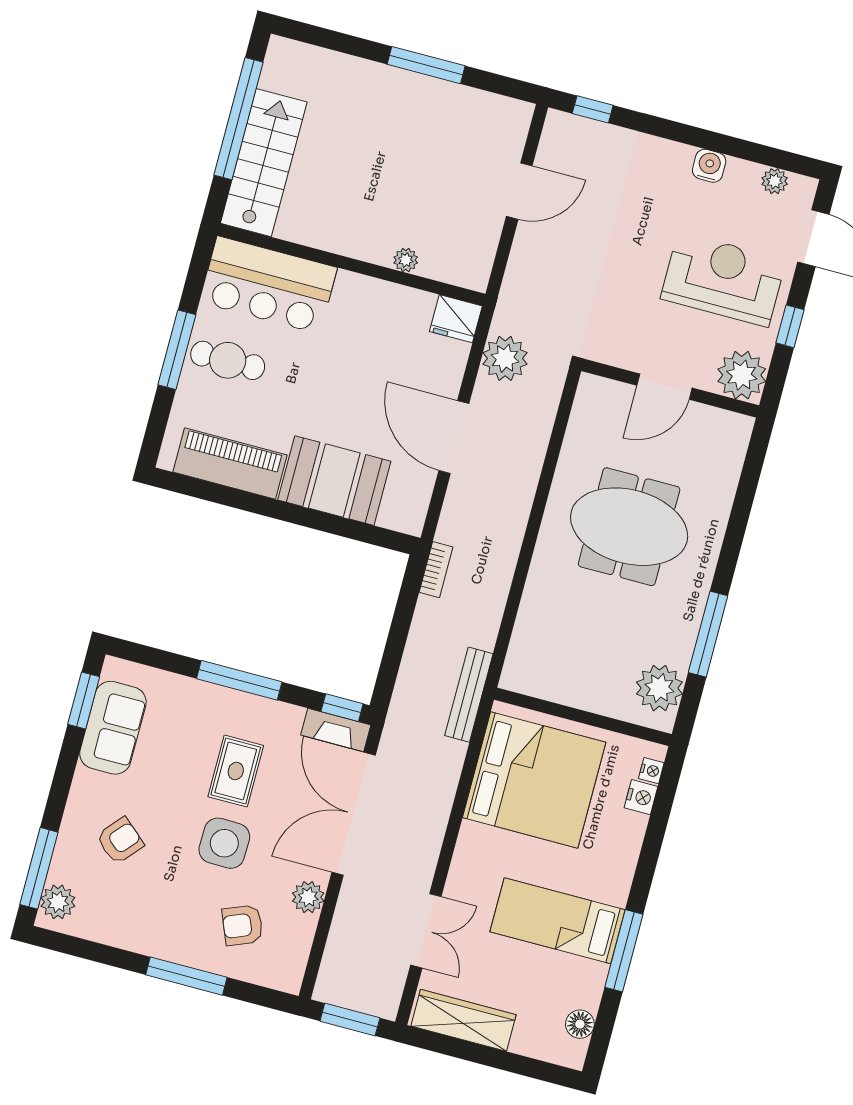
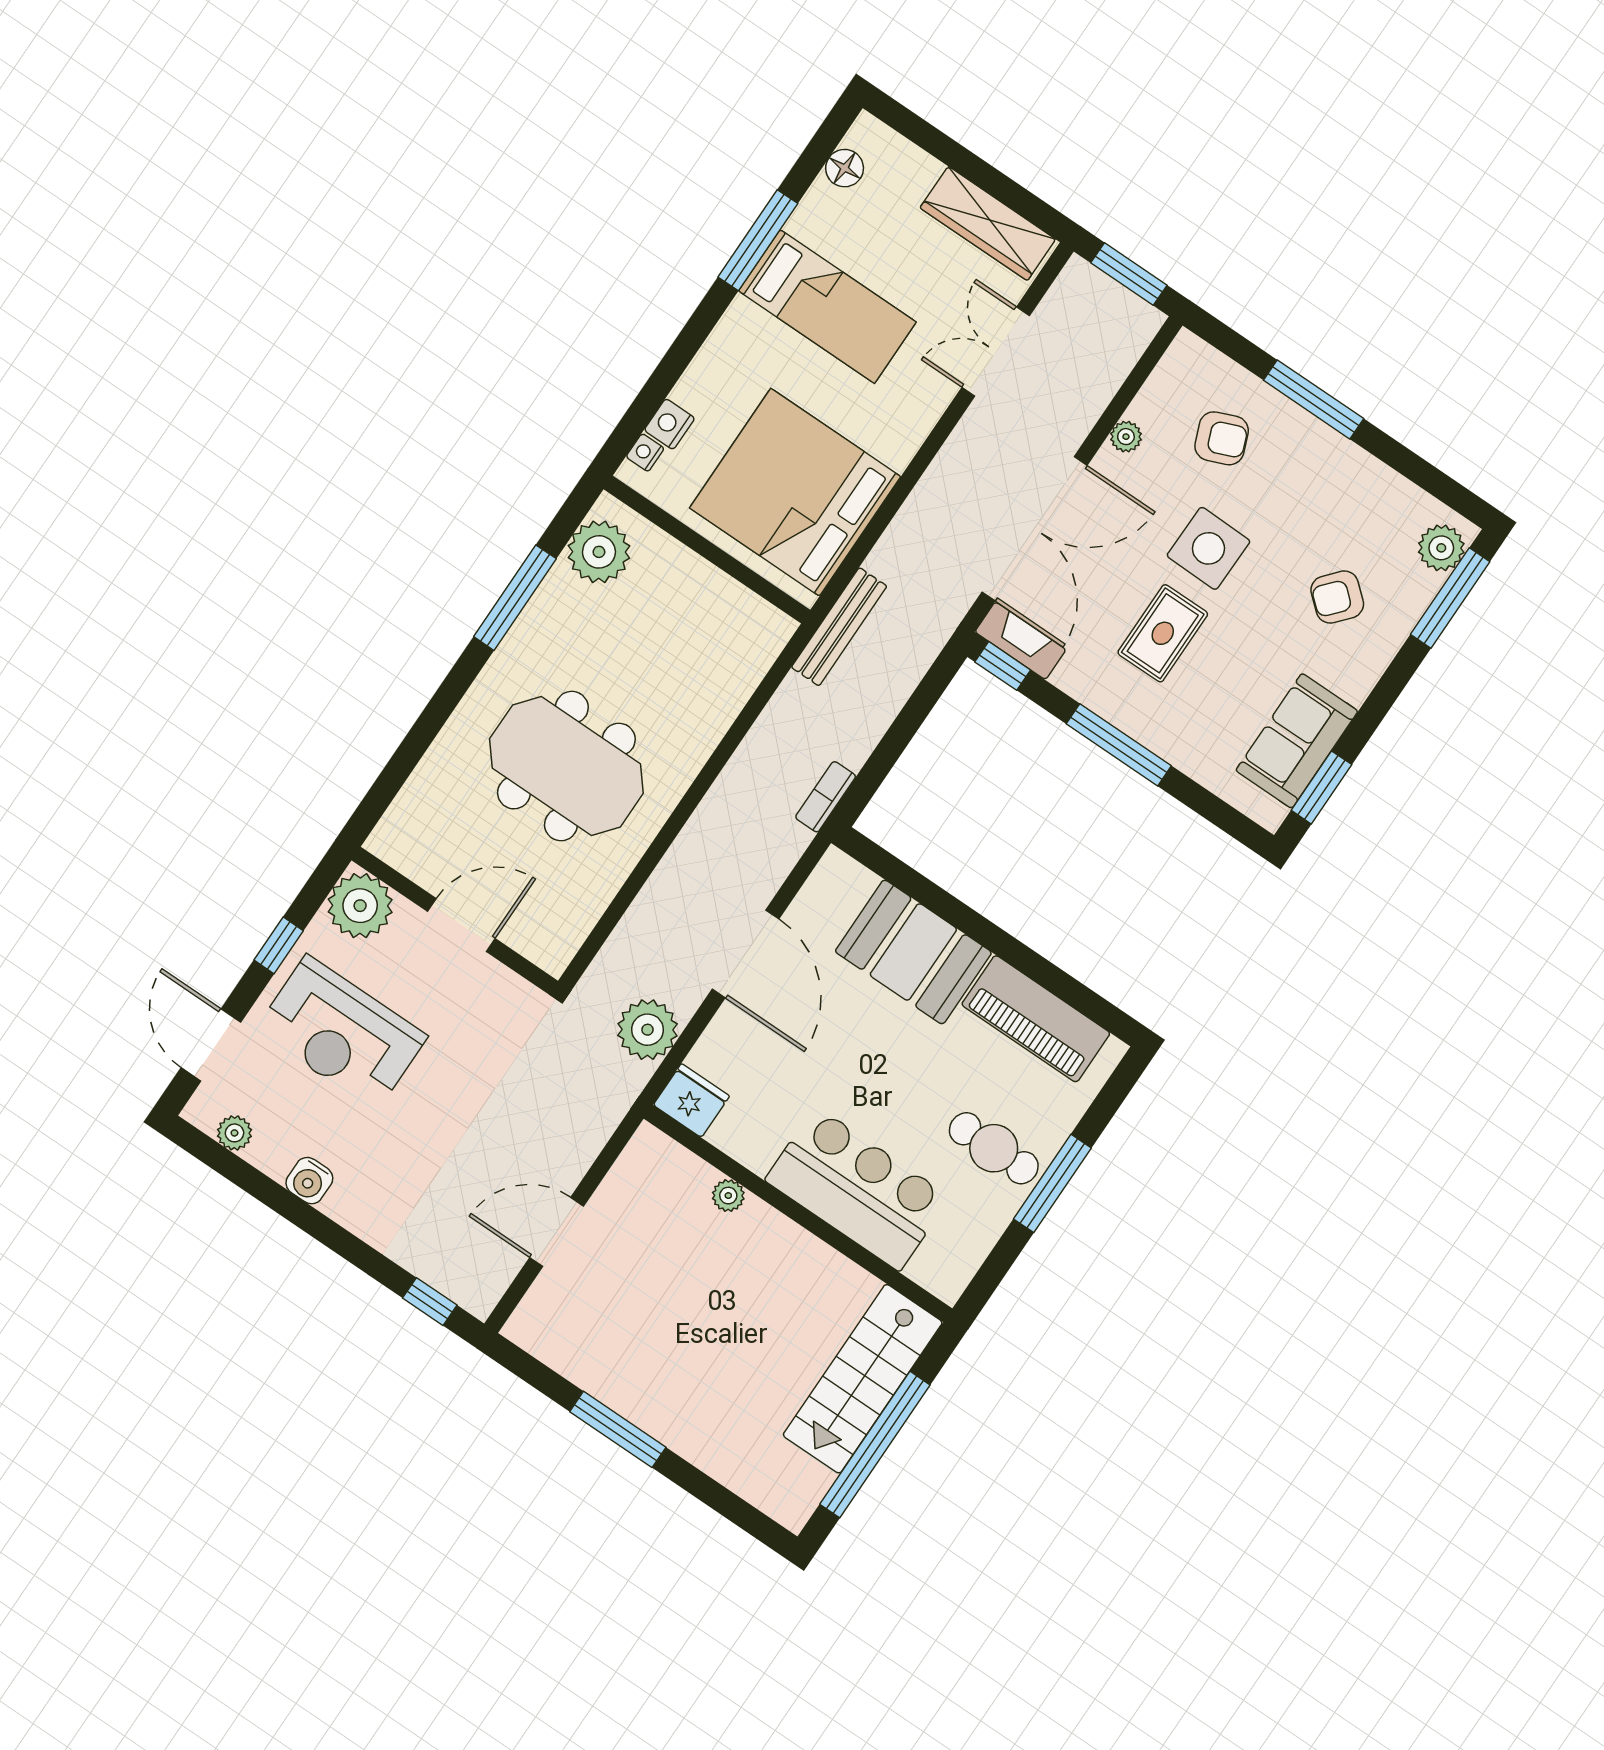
bar counter: (268, 285) -> (857, 1189), moved
plant: (308, 897) -> (1126, 437), width x0.73, depth x0.73

